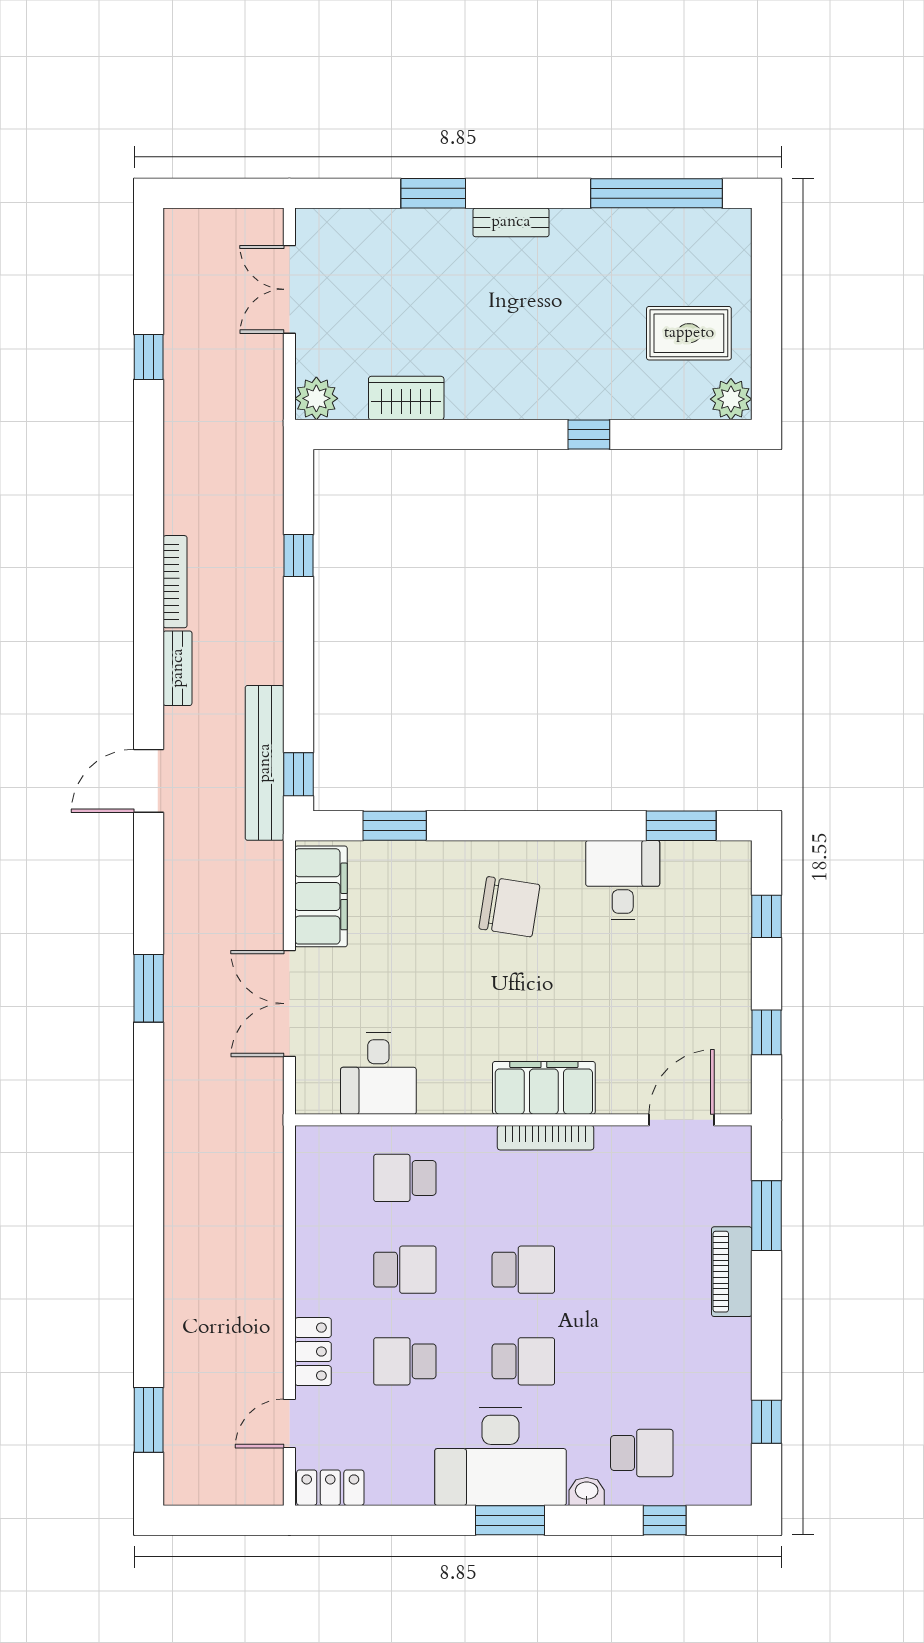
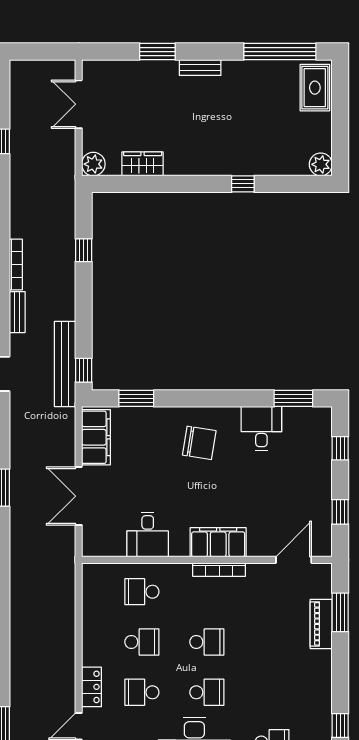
rug: (689, 333) -> (315, 88), moved, turned 90
desk: (378, 1074) -> (148, 534), moved
piano: (732, 1272) -> (321, 624), moved

